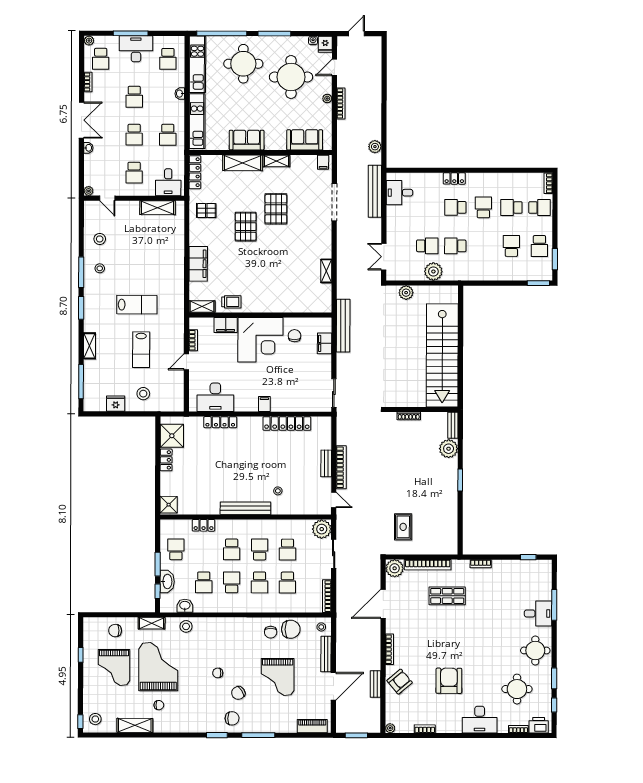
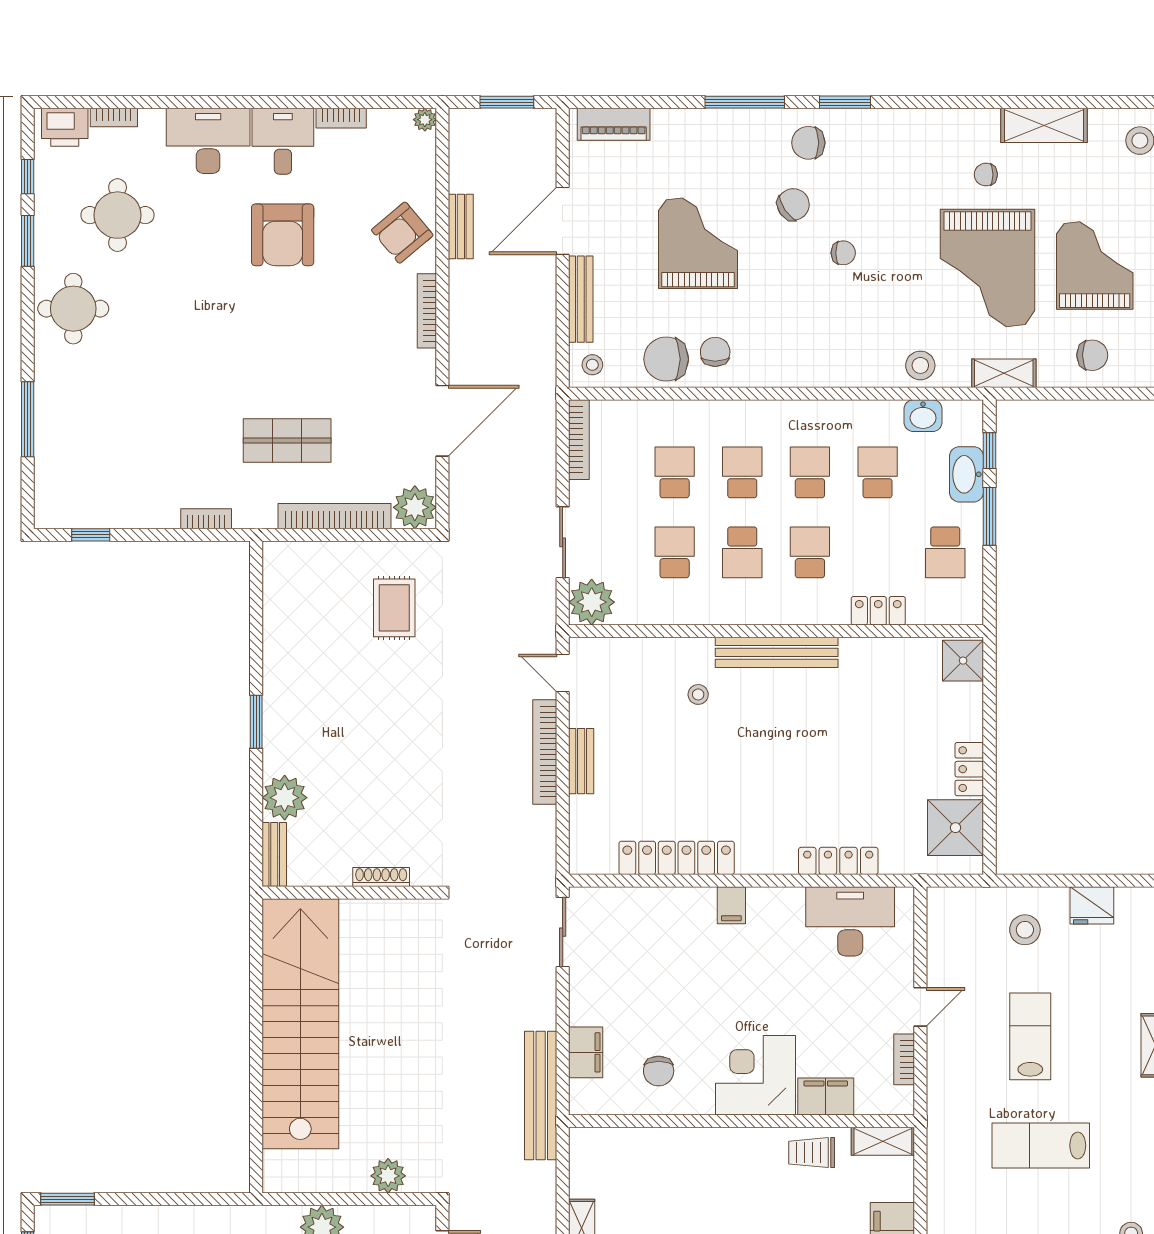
corner desk: (260, 340) -> (755, 1075), width x0.74, depth x0.74
school desk: (232, 582) -> (810, 472), turned 180
desk: (538, 614) -> (283, 141), moved, turned 90

